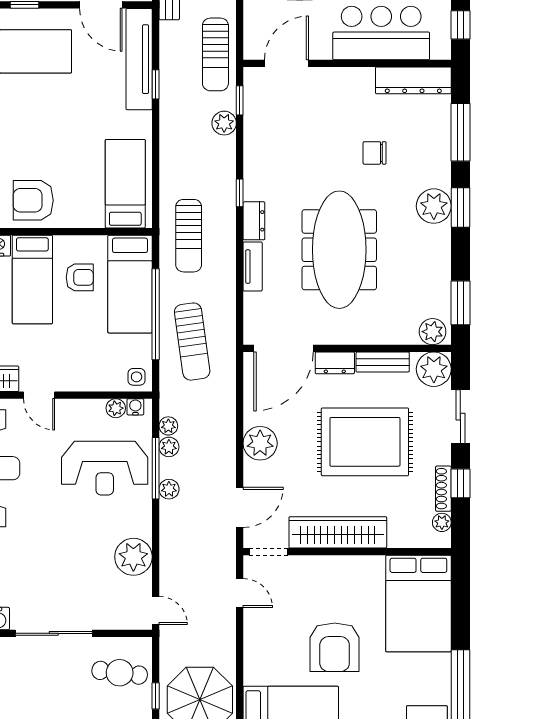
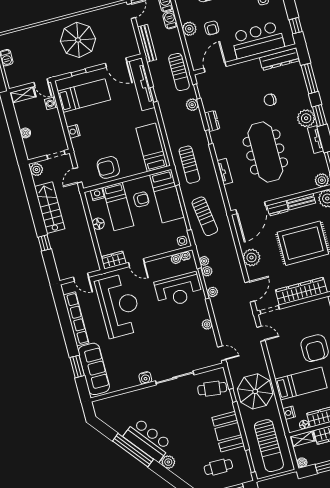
dresser: (254, 221) -> (212, 121), moved
tv unit: (441, 251) -> (316, 139), added
plant: (133, 557) -> (207, 324), width x0.53, depth x0.53

